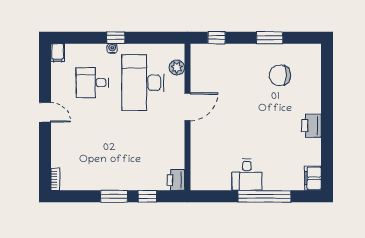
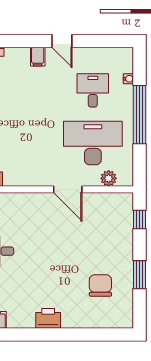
window: (116, 38) -> (140, 115), width x3.17
water cooler: (112, 48) -> (128, 79), moved
filing cabinet: (58, 53) -> (38, 57), moved, turned -90
door: (45, 112) -> (62, 41), hinge flipped

